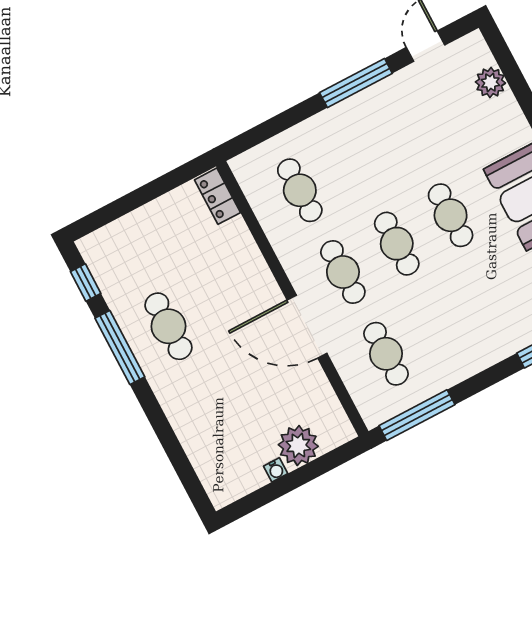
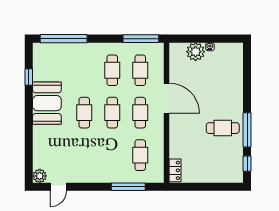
window: (356, 83) -> (128, 187), moved
plant: (490, 83) -> (40, 176), moved
cafe table: (440, 325) -> (112, 70), added
cafe table: (168, 326) -> (223, 128), turned 90

